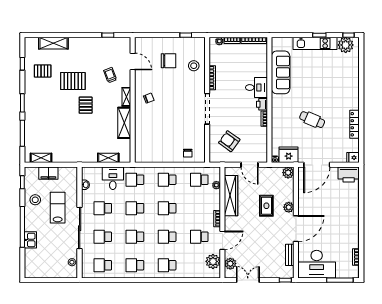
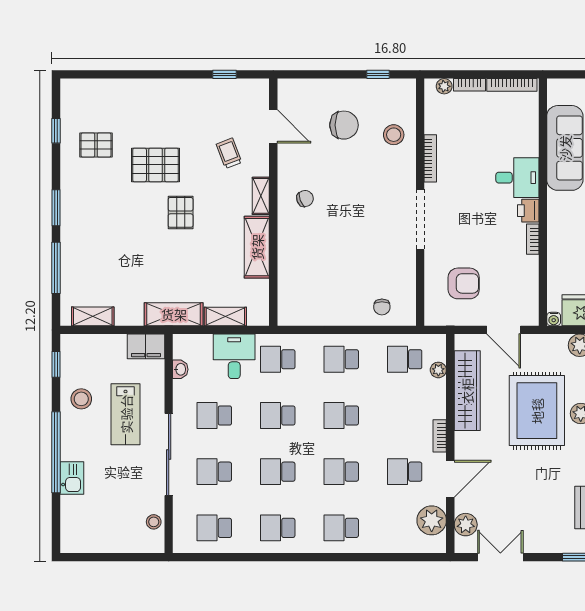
shelving: (53, 43) -> (174, 314), moved
armchair: (229, 141) -> (464, 283), turned 144
filing cabinet: (48, 173) -> (146, 346), moved
rug: (266, 206) -> (537, 411), width x1.86, depth x2.06
lab bench: (58, 208) -> (126, 414), turned 180

